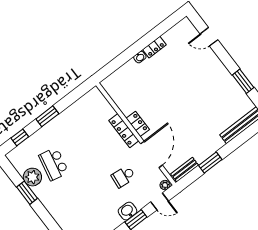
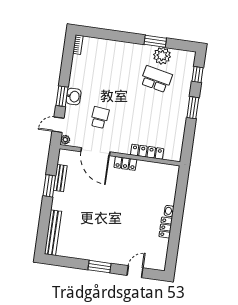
window: (243, 81) -> (100, 267), moved
locker: (124, 131) -> (147, 152), moved
bench: (185, 170) -> (60, 178), moved

